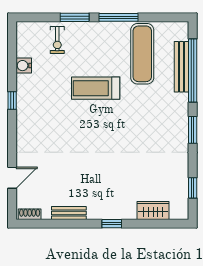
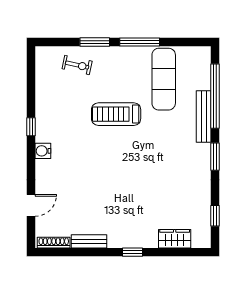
exercise bike: (57, 40) -> (77, 65), turned -78
water cooler: (24, 66) -> (43, 151), moved
bench: (182, 67) -> (204, 116), moved
shoe rack: (30, 214) -> (54, 243), width x1.43

